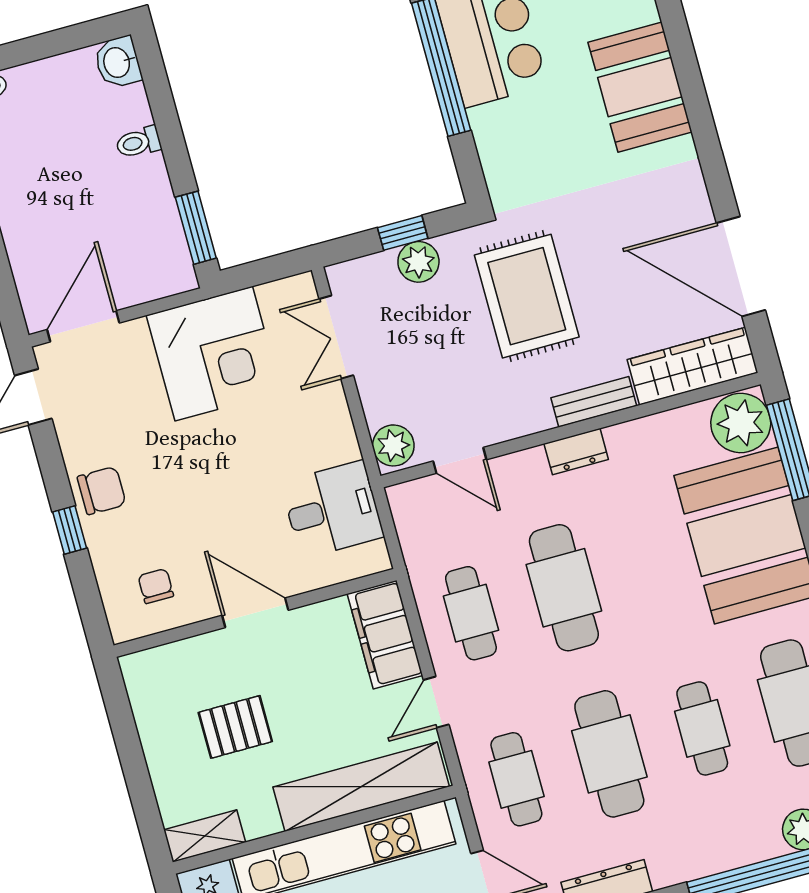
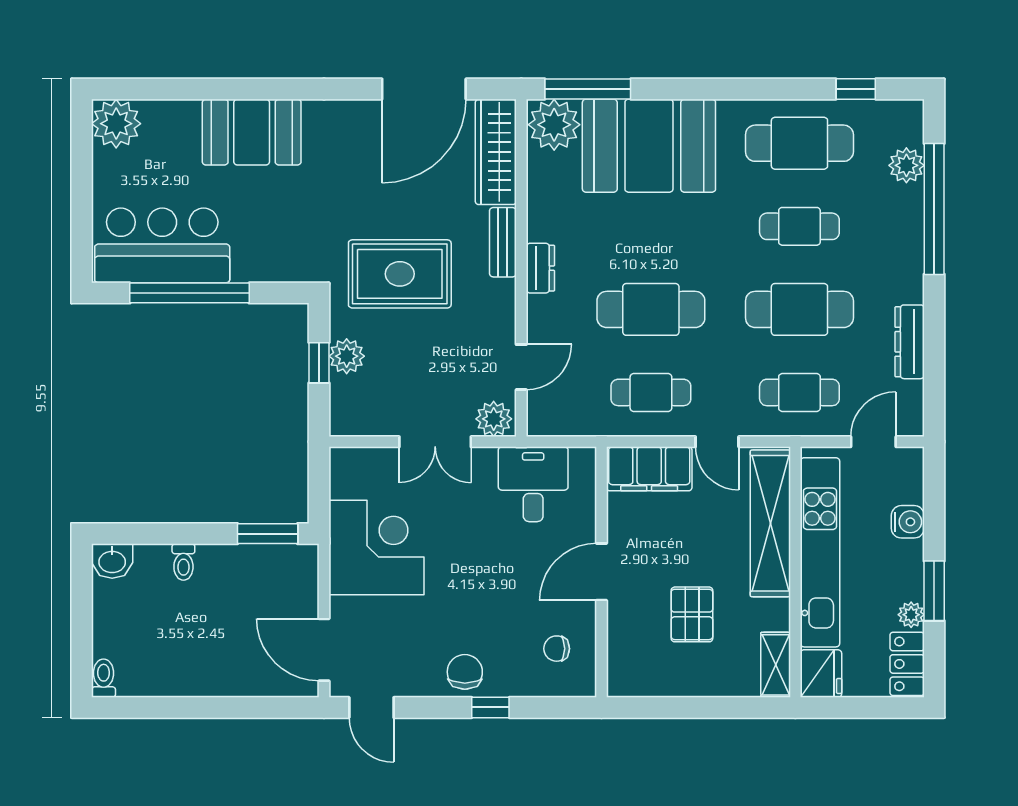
double door: (336, 337) -> (435, 442), moved

